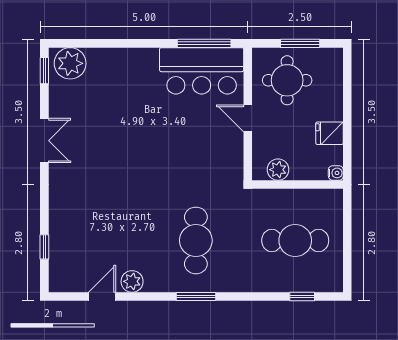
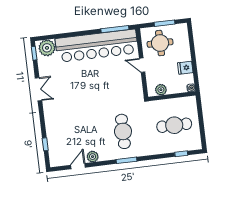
bar counter: (202, 71) -> (97, 46), width x1.86

